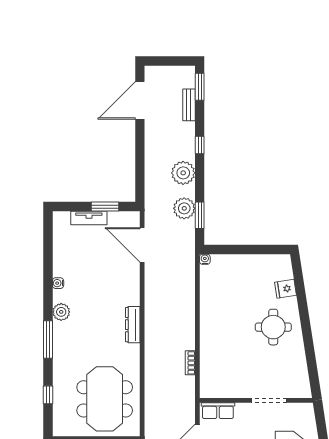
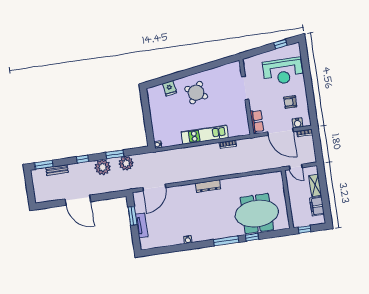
door: (140, 100) -> (78, 200), moved
window: (200, 215) -> (115, 154), moved
plant: (61, 312) -> (207, 235), removed
round table: (273, 327) -> (196, 93), turned 31
kitchen unit: (209, 331) -> (205, 135), added
window: (48, 395) -> (252, 237), moved
meeting table: (105, 399) -> (257, 214), moved

